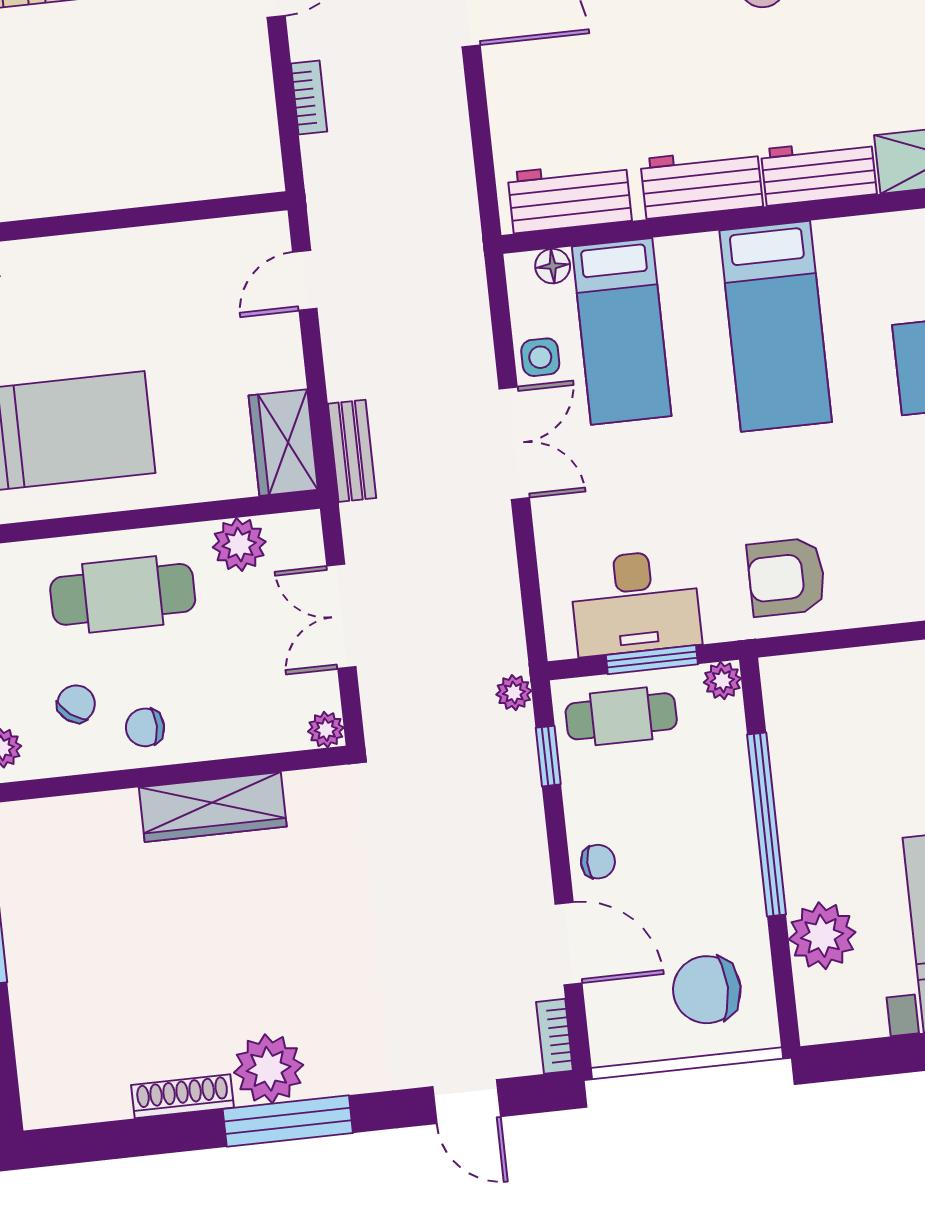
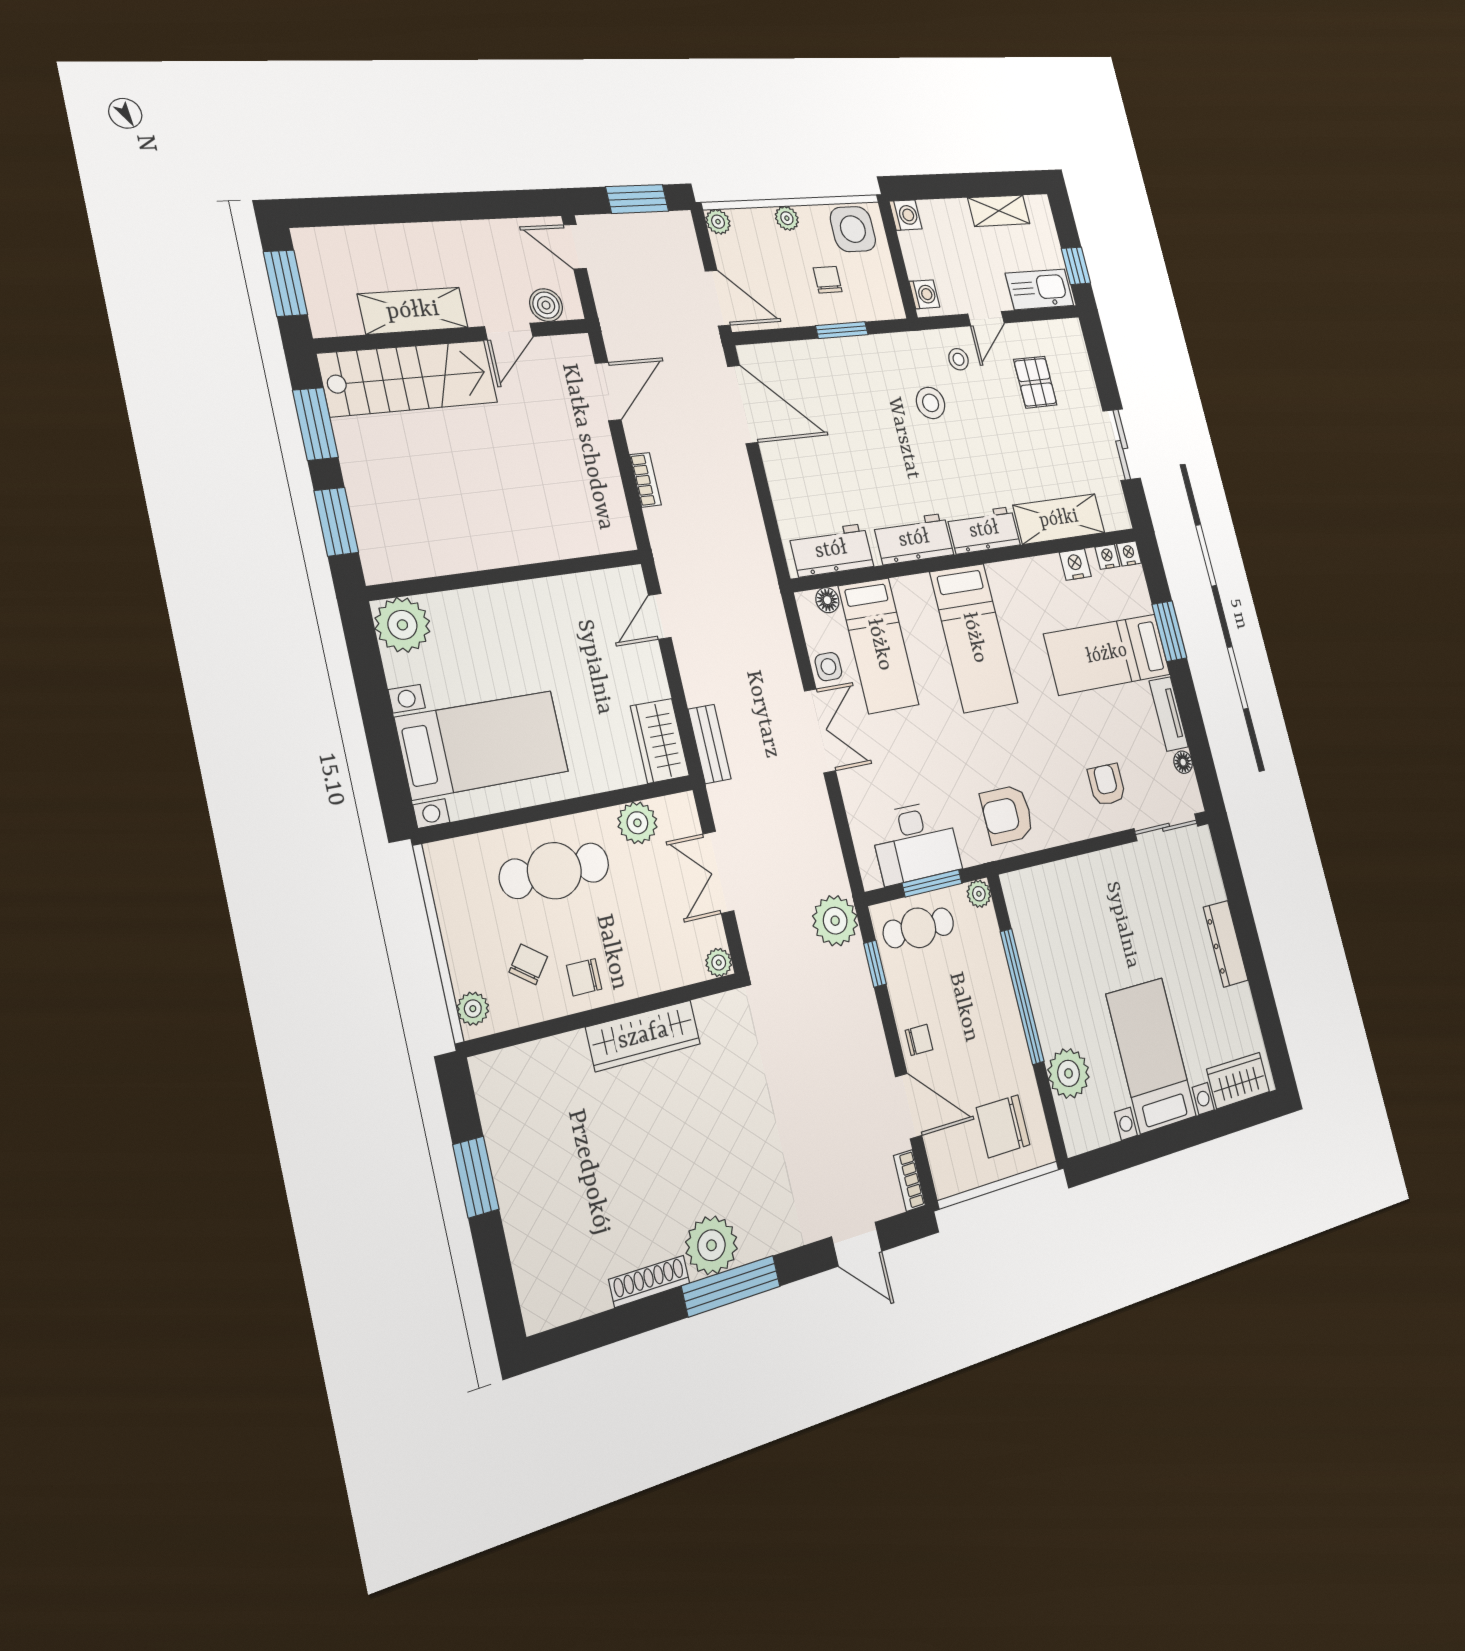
plant: (514, 693) -> (835, 921), width x1.88, depth x1.88

